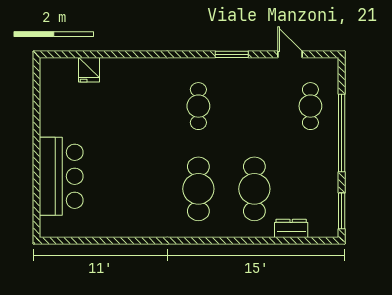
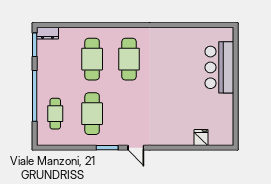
door: (290, 54) -> (136, 148), moved
cafe table: (198, 106) -> (92, 114), moved, width x1.37, depth x1.35
dresser: (291, 228) -> (47, 33), moved

